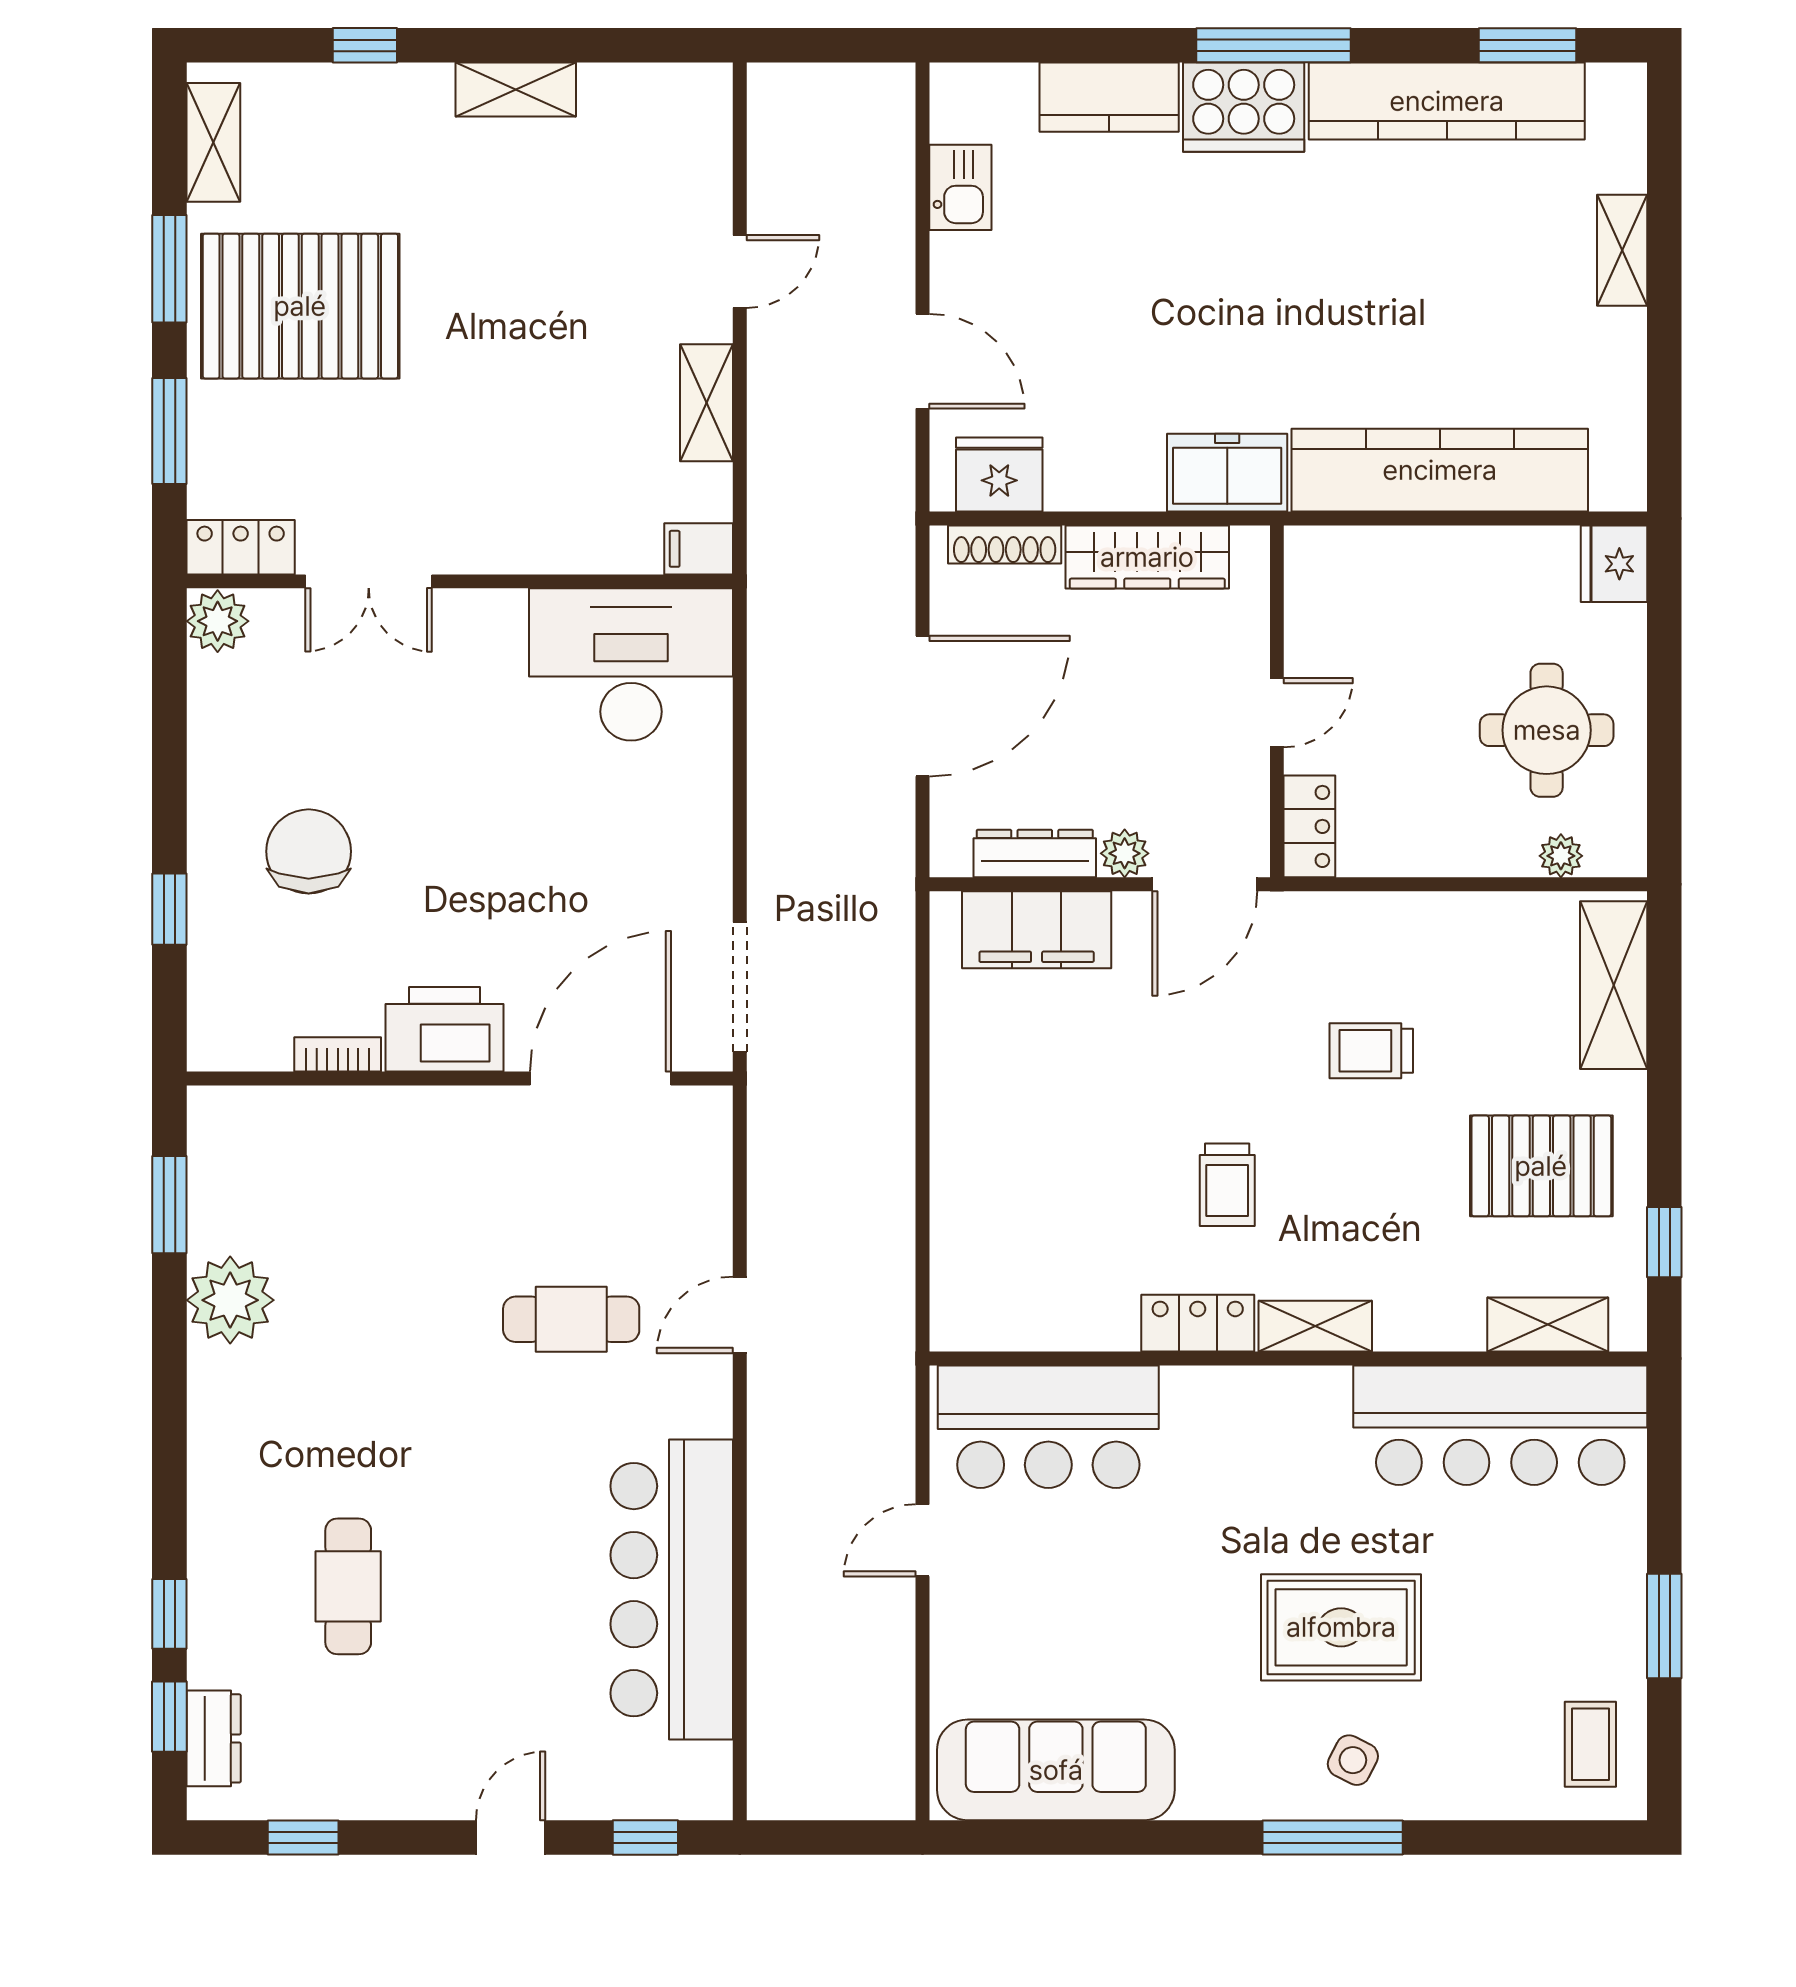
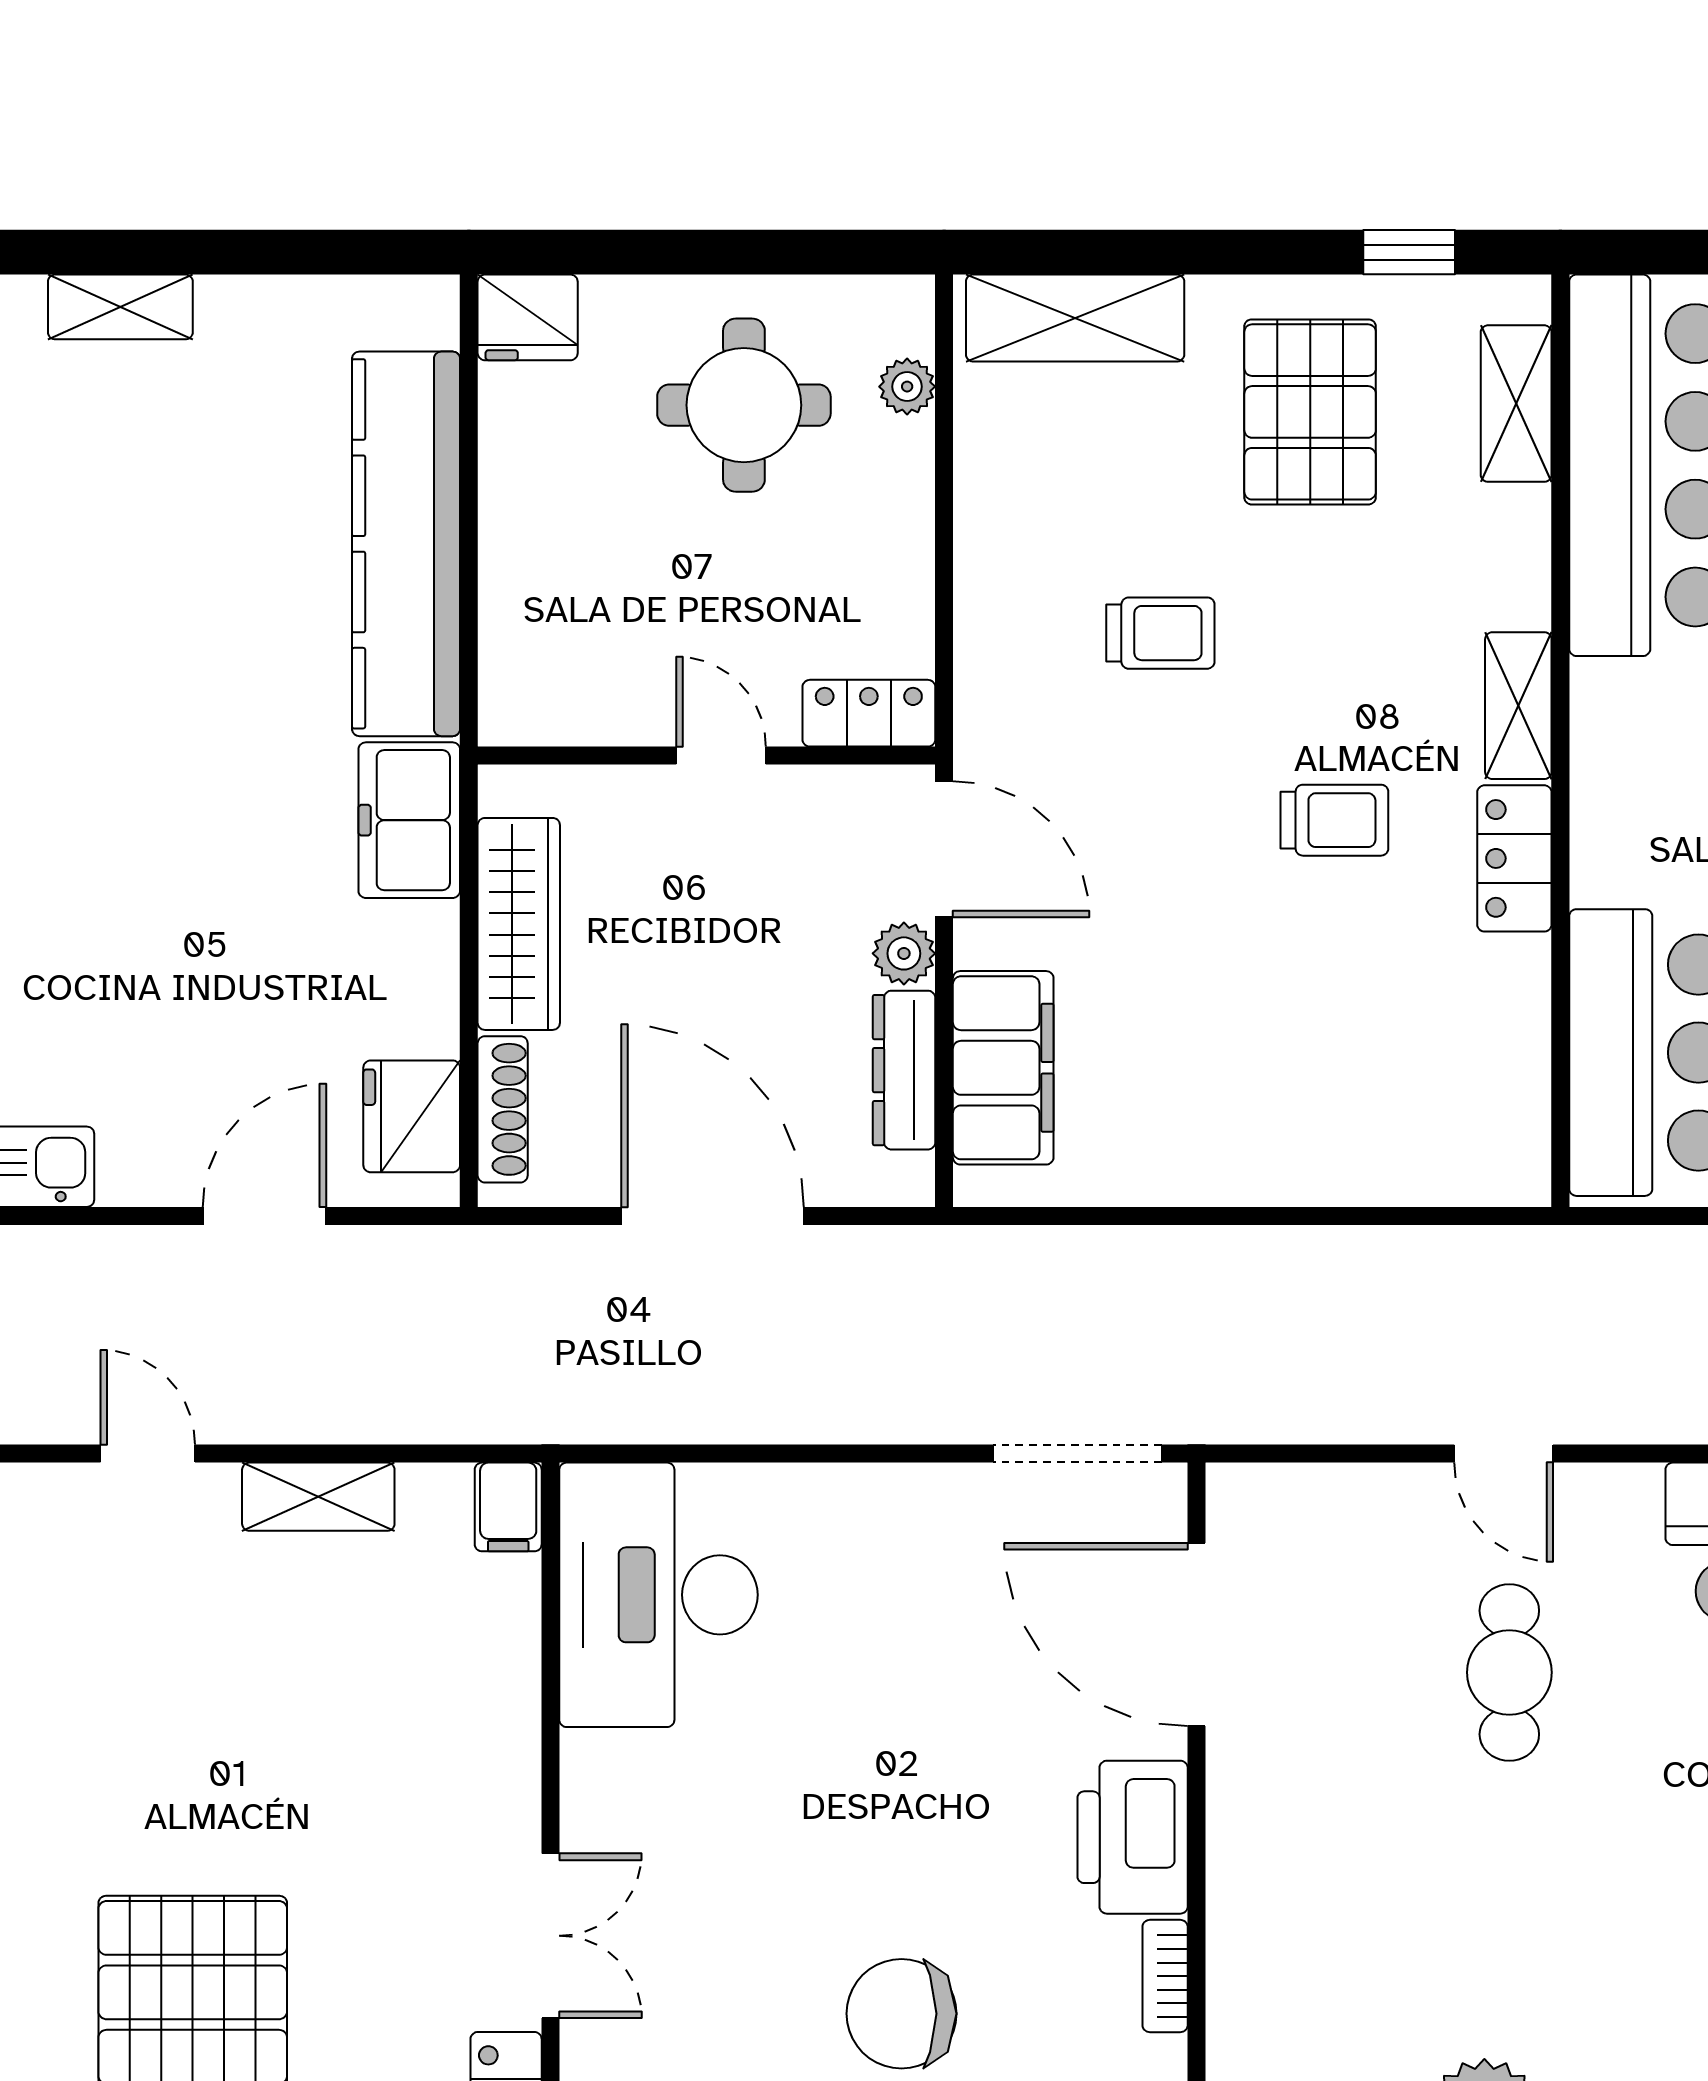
trolley: (1371, 1051) -> (1160, 633), turned -90

